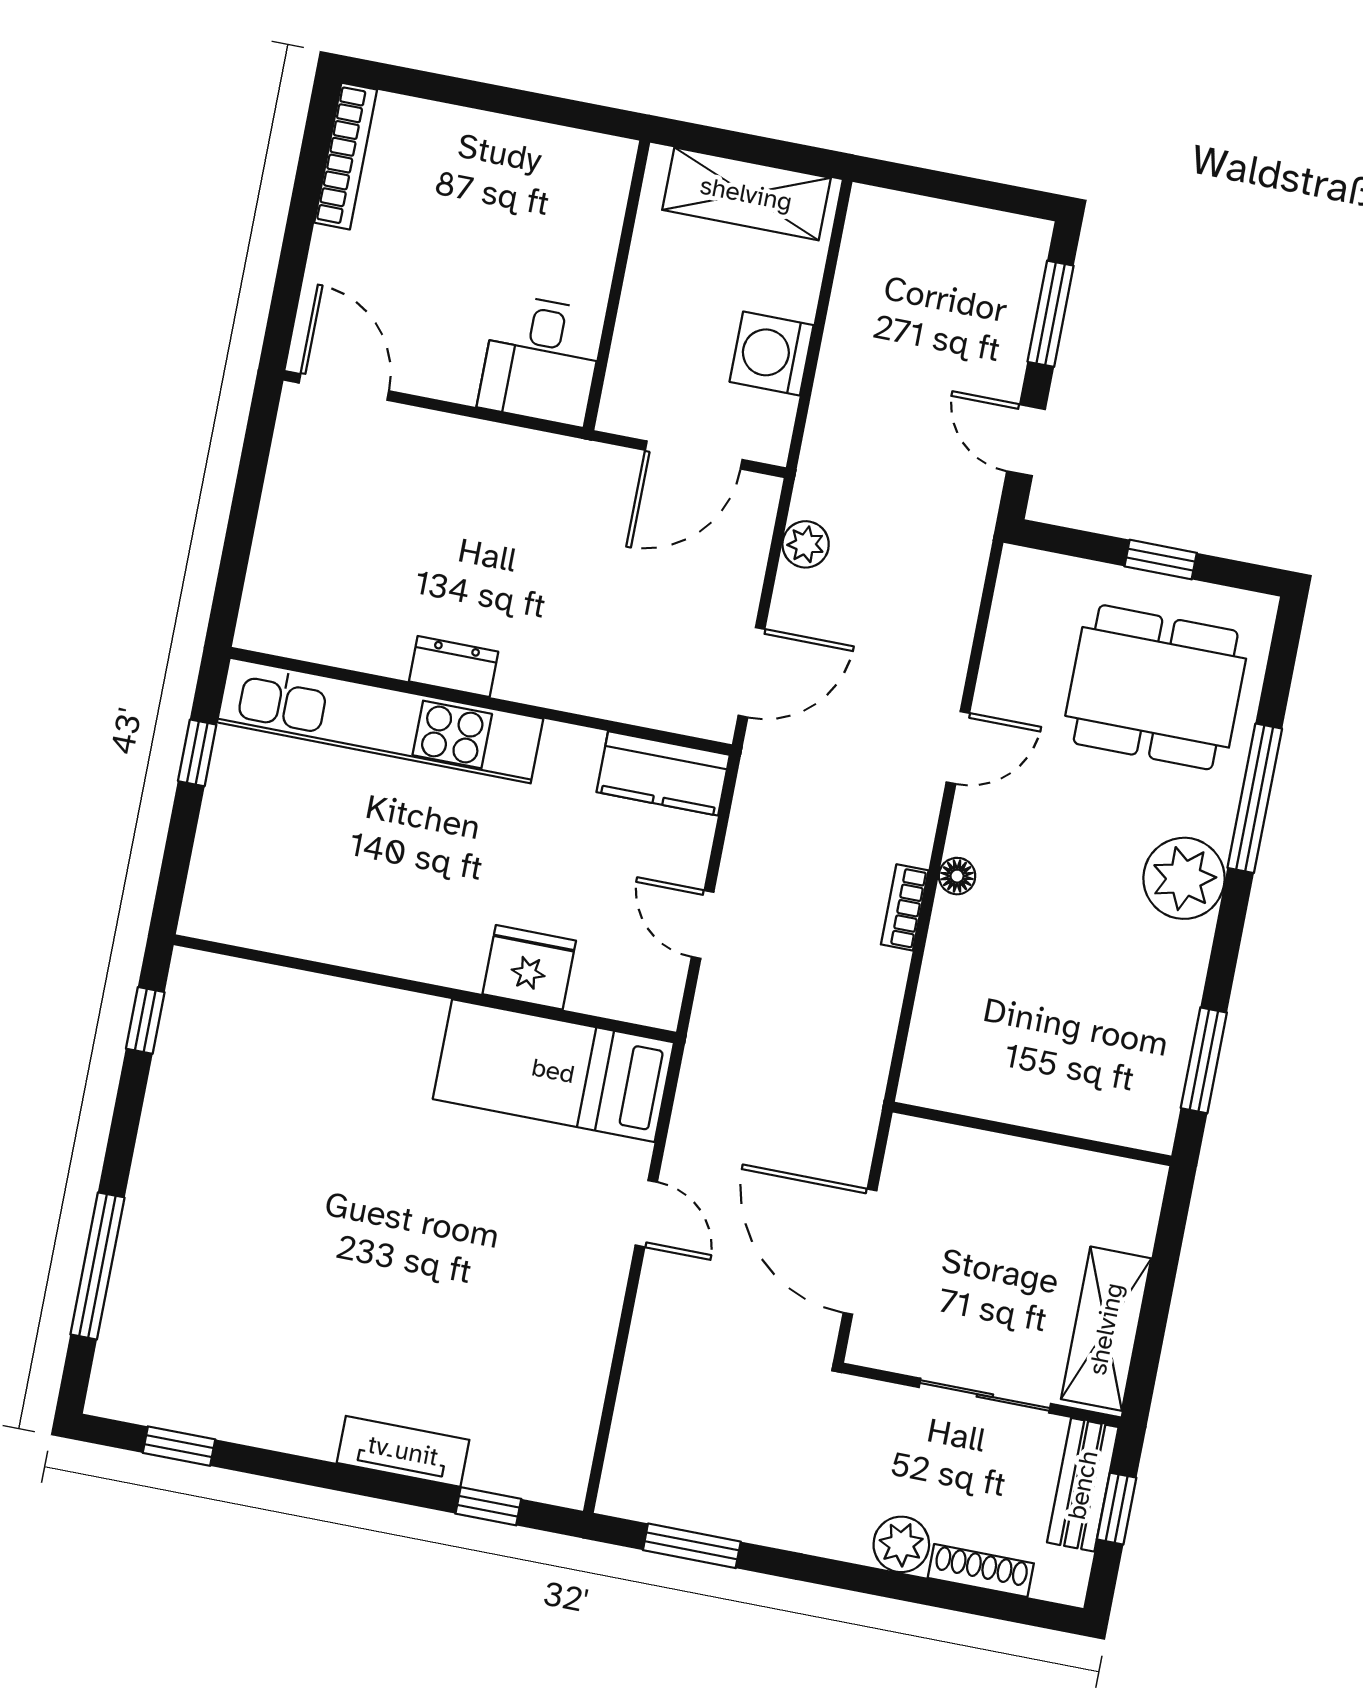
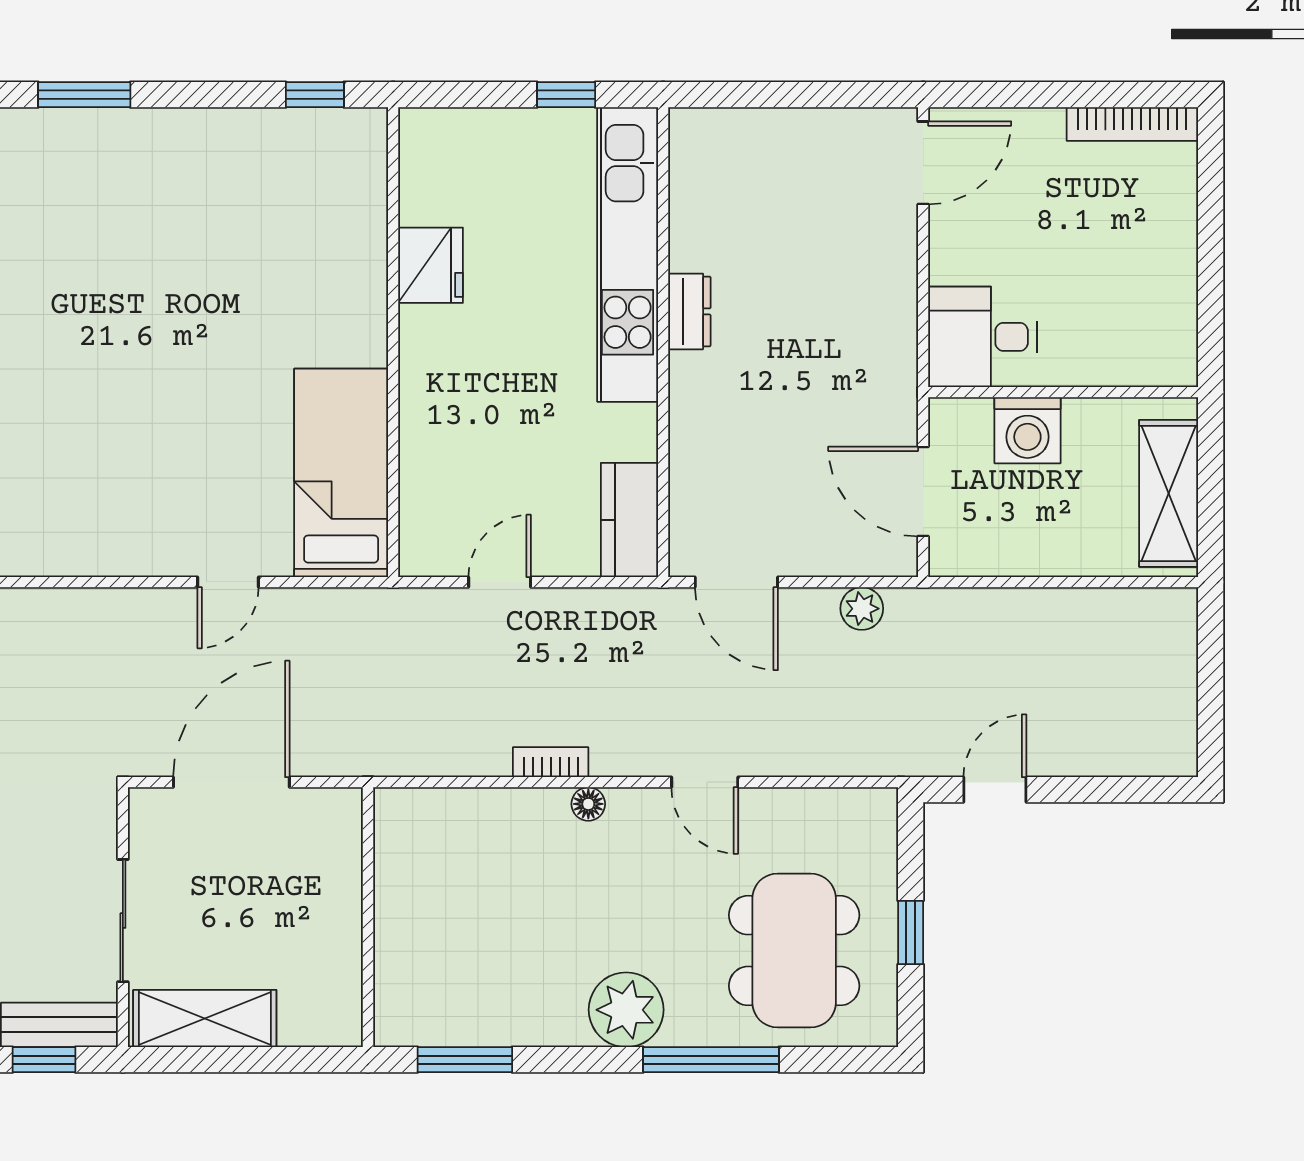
window: (1051, 314) -> (1114, 790), removed
washing machine: (771, 353) -> (1027, 430), moved, turned 180
fridge: (529, 967) -> (430, 265), moved
window: (97, 1266) -> (84, 95), width x0.69

